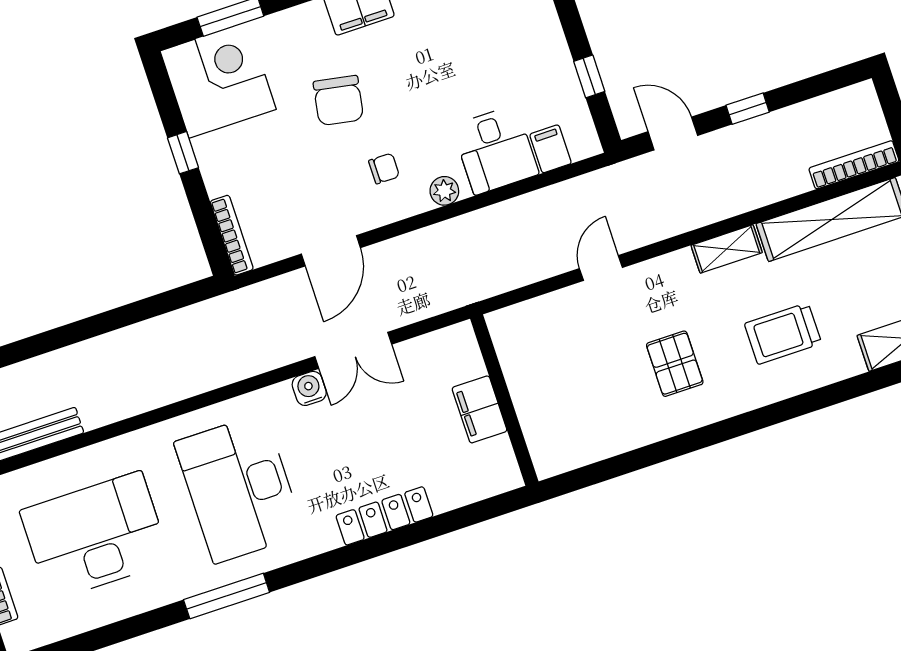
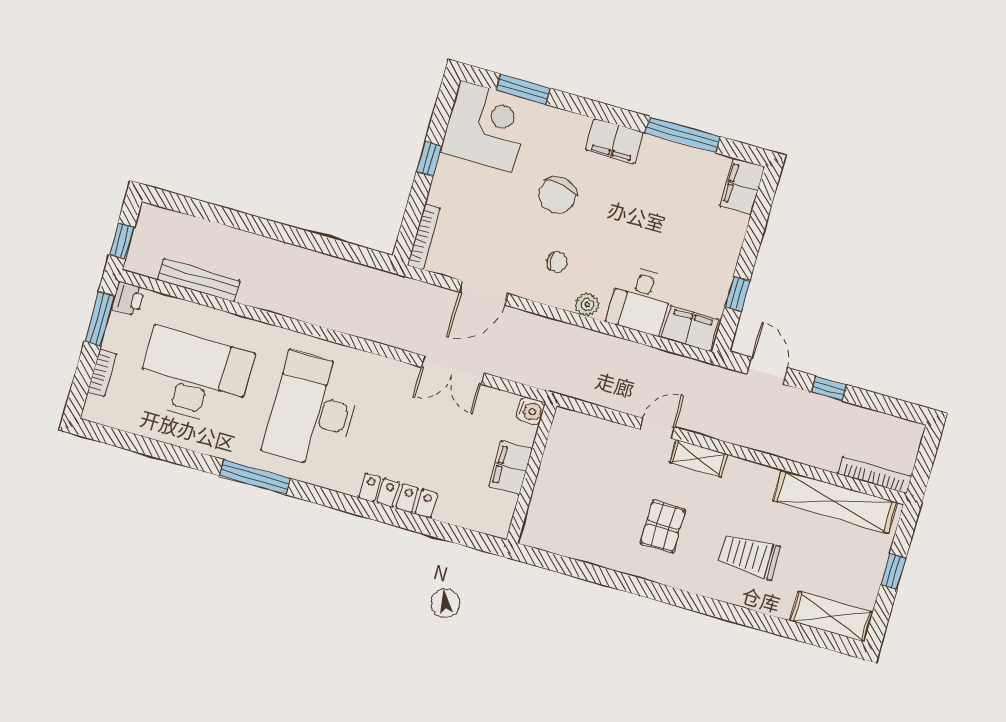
filing cabinet: (550, 149) -> (690, 328), width x2.00
shelving: (727, 249) -> (699, 458), moved
water cooler: (309, 388) -> (530, 411), moved, turned 90

